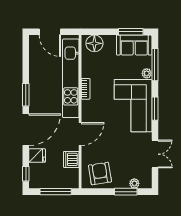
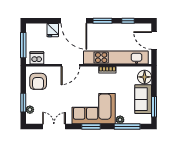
door: (50, 32) -> (154, 40), hinge flipped
sofa: (134, 45) -> (143, 99), moved
door: (80, 134) -> (70, 65), hinge flipped
double door: (155, 154) -> (54, 127), swing flipped
dishwasher: (71, 159) -> (37, 58), moved
armchair: (100, 173) -> (38, 81), turned 99
window: (26, 174) -> (128, 21), moved

